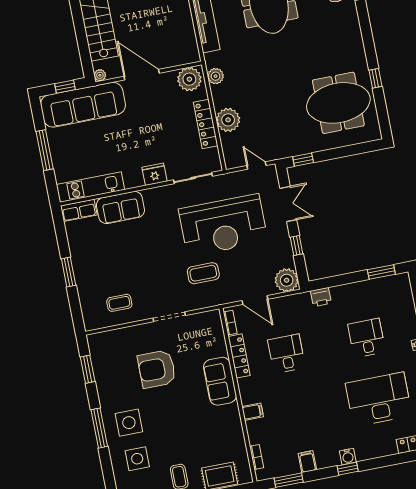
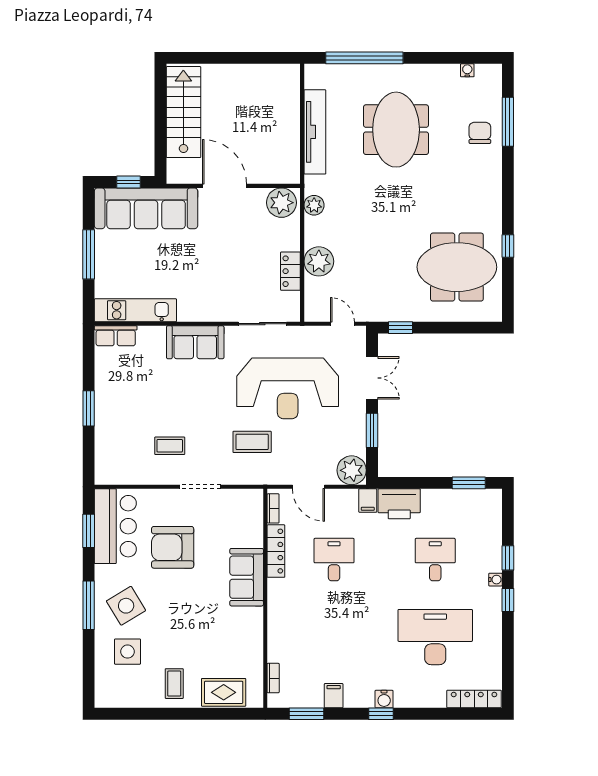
plant: (100, 75) -> (174, 177), removed
locker: (206, 124) -> (290, 271), width x0.66
fridge: (154, 174) -> (216, 310), removed
sofa: (120, 207) -> (195, 342), moved
window: (296, 245) -> (372, 430), width x1.50
printer: (321, 297) -> (399, 504), width x1.87, depth x1.48
coffee table: (119, 303) -> (170, 446), moved
bar counter: (108, 361) -> (115, 526), added
filing cabinet: (253, 412) -> (368, 501), moved, turned 90
side table: (129, 423) -> (126, 606), turned -31

